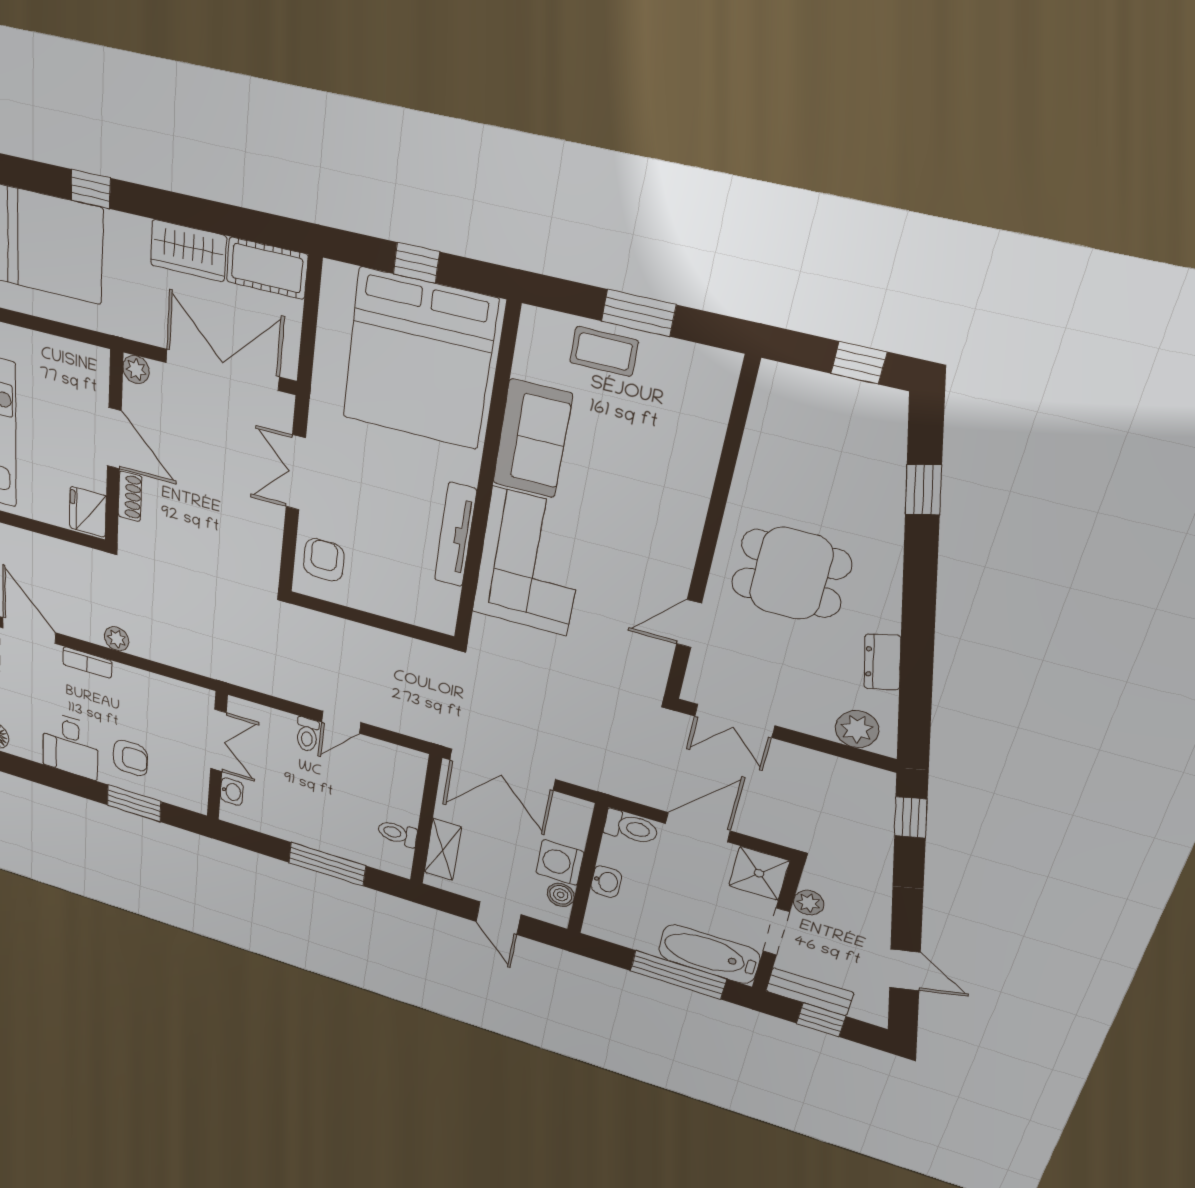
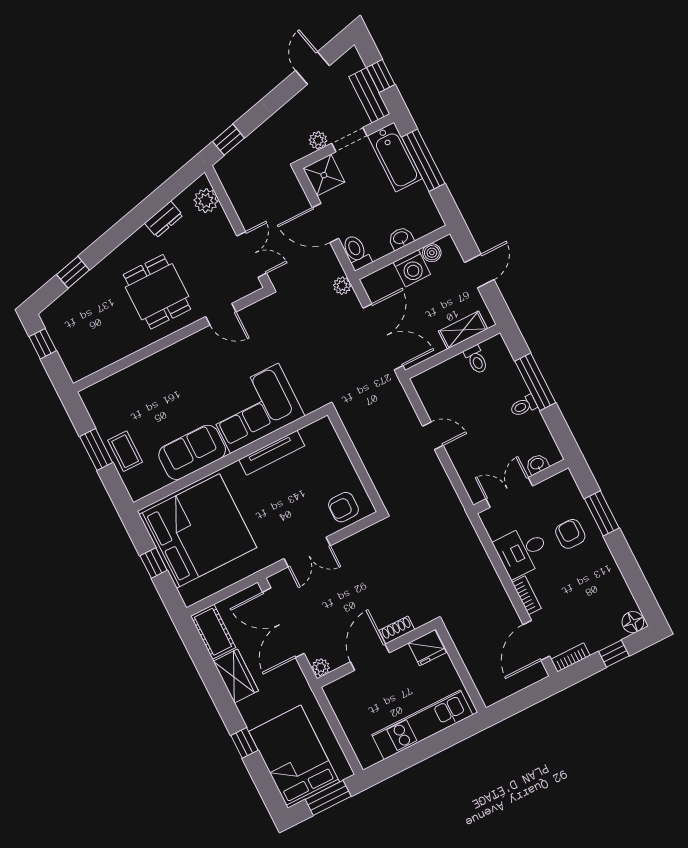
plant: (117, 639) -> (342, 286), moved
toilet: (307, 735) -> (523, 406), moved, turned 180
desk: (70, 746) -> (522, 551), moved, turned 180

